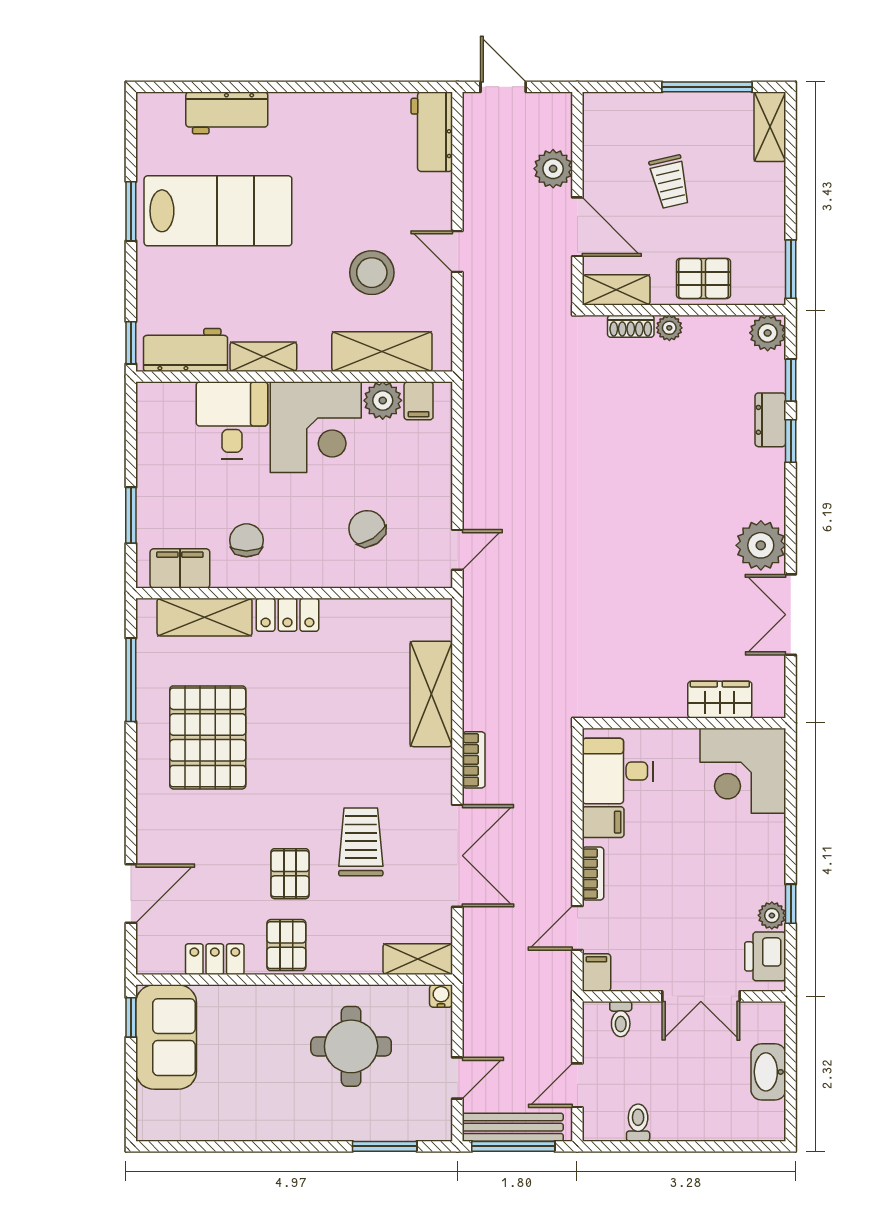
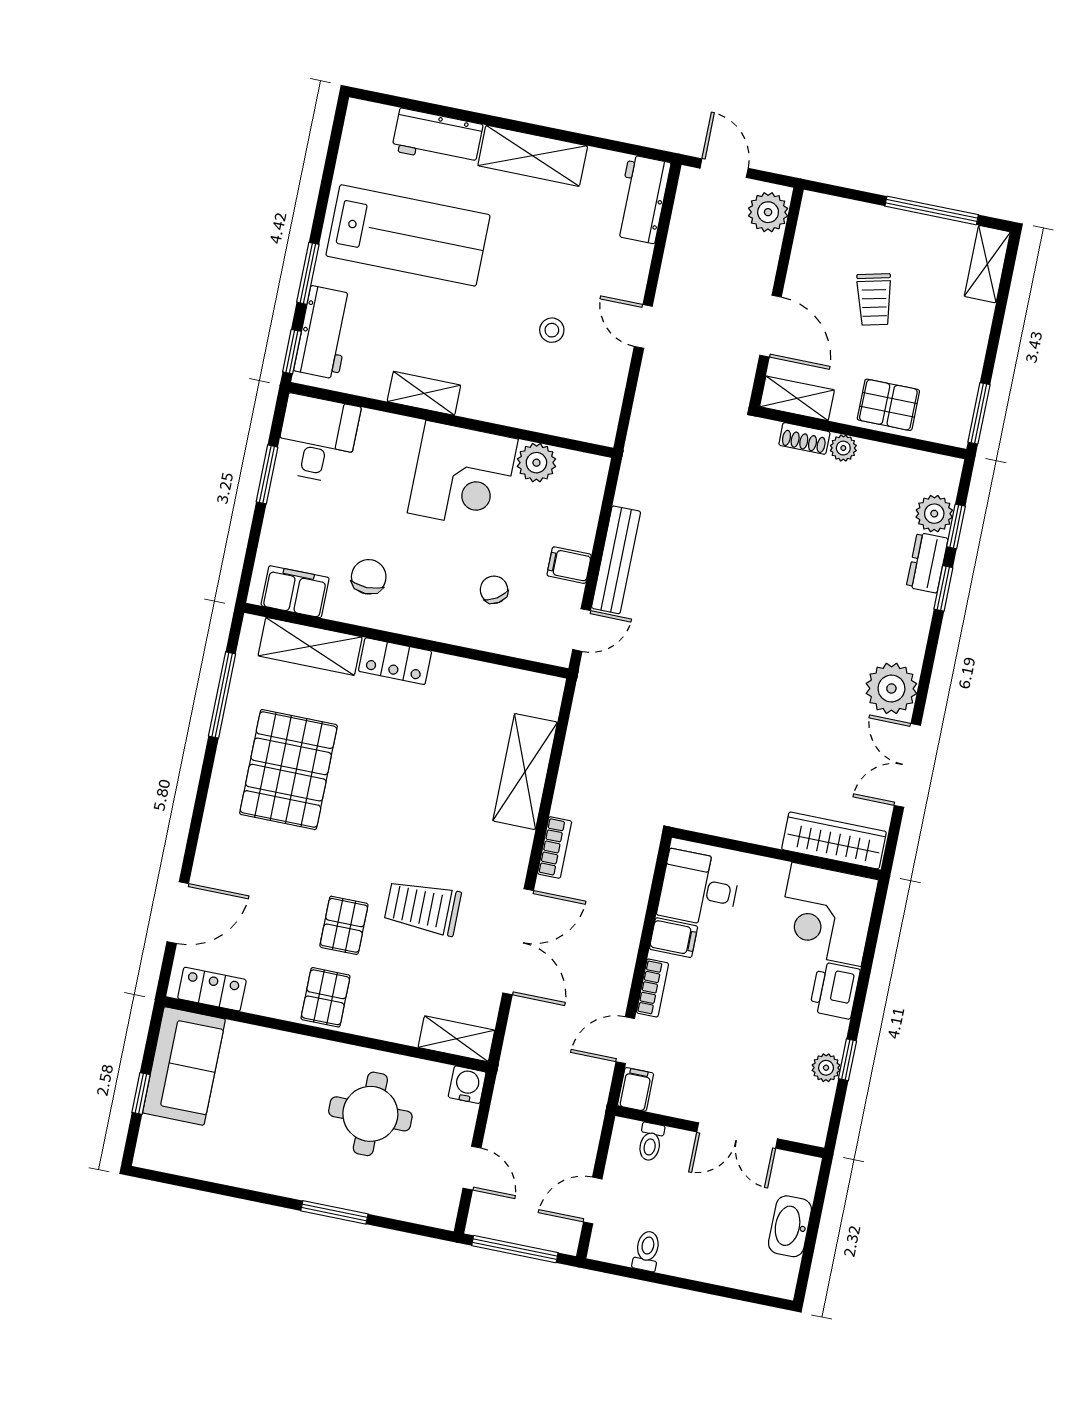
plant: (553, 169) -> (768, 212), moved
window: (131, 211) -> (308, 273), moved
stool: (372, 273) -> (552, 330), width x0.53, depth x0.53
plant: (768, 333) -> (934, 514), moved
workbench: (185, 350) -> (324, 333), moved, turned 90
shelving: (382, 352) -> (533, 156), moved
filing cabinet: (419, 401) -> (569, 565), moved, turned 90
desk: (232, 420) -> (317, 439), moved
window: (131, 515) -> (267, 474), moved
chair: (367, 528) -> (494, 590), width x0.73, depth x0.73
wardrobe: (720, 700) -> (834, 840), width x1.50
trolley: (361, 842) -> (423, 908), turned -90
printer: (765, 956) -> (835, 990), moved
locker: (215, 959) -> (212, 989), moved
water cooler: (441, 996) -> (467, 1085), width x1.38, depth x1.38
window: (131, 1017) -> (141, 1094), moved
door: (457, 1078) -> (472, 1168), hinge flipped
bench: (513, 1127) -> (616, 560), moved, turned 90
window: (385, 1146) -> (334, 1212), moved

